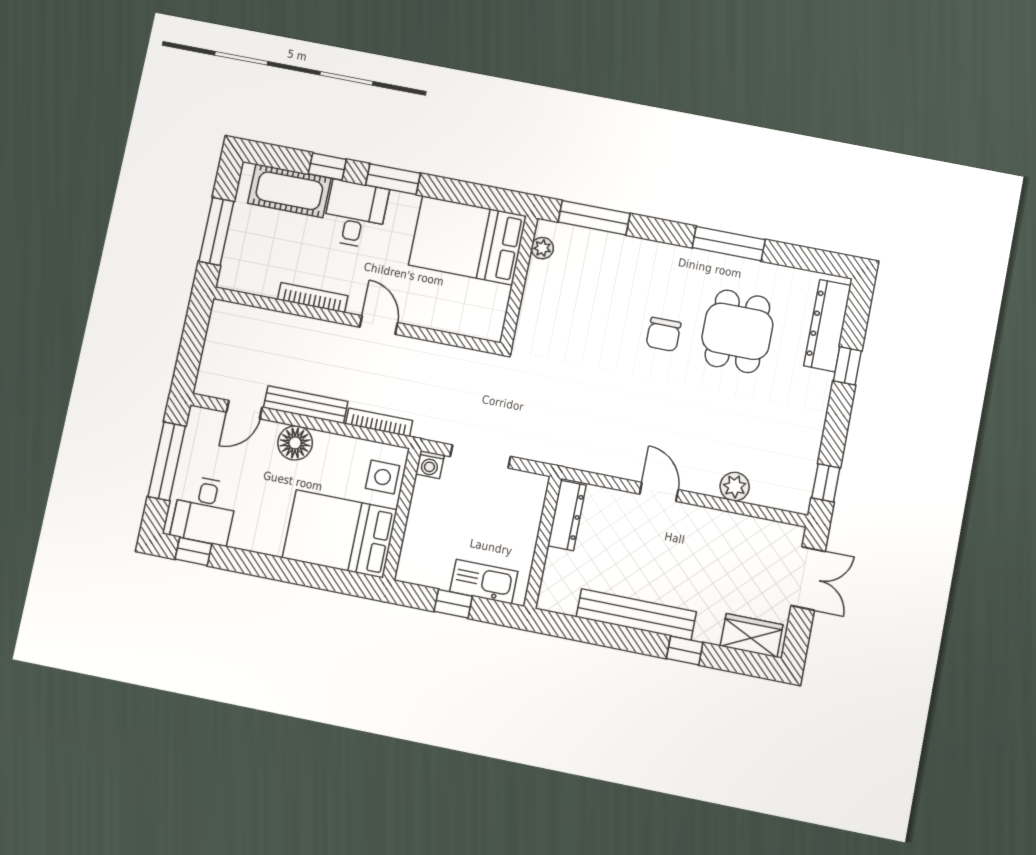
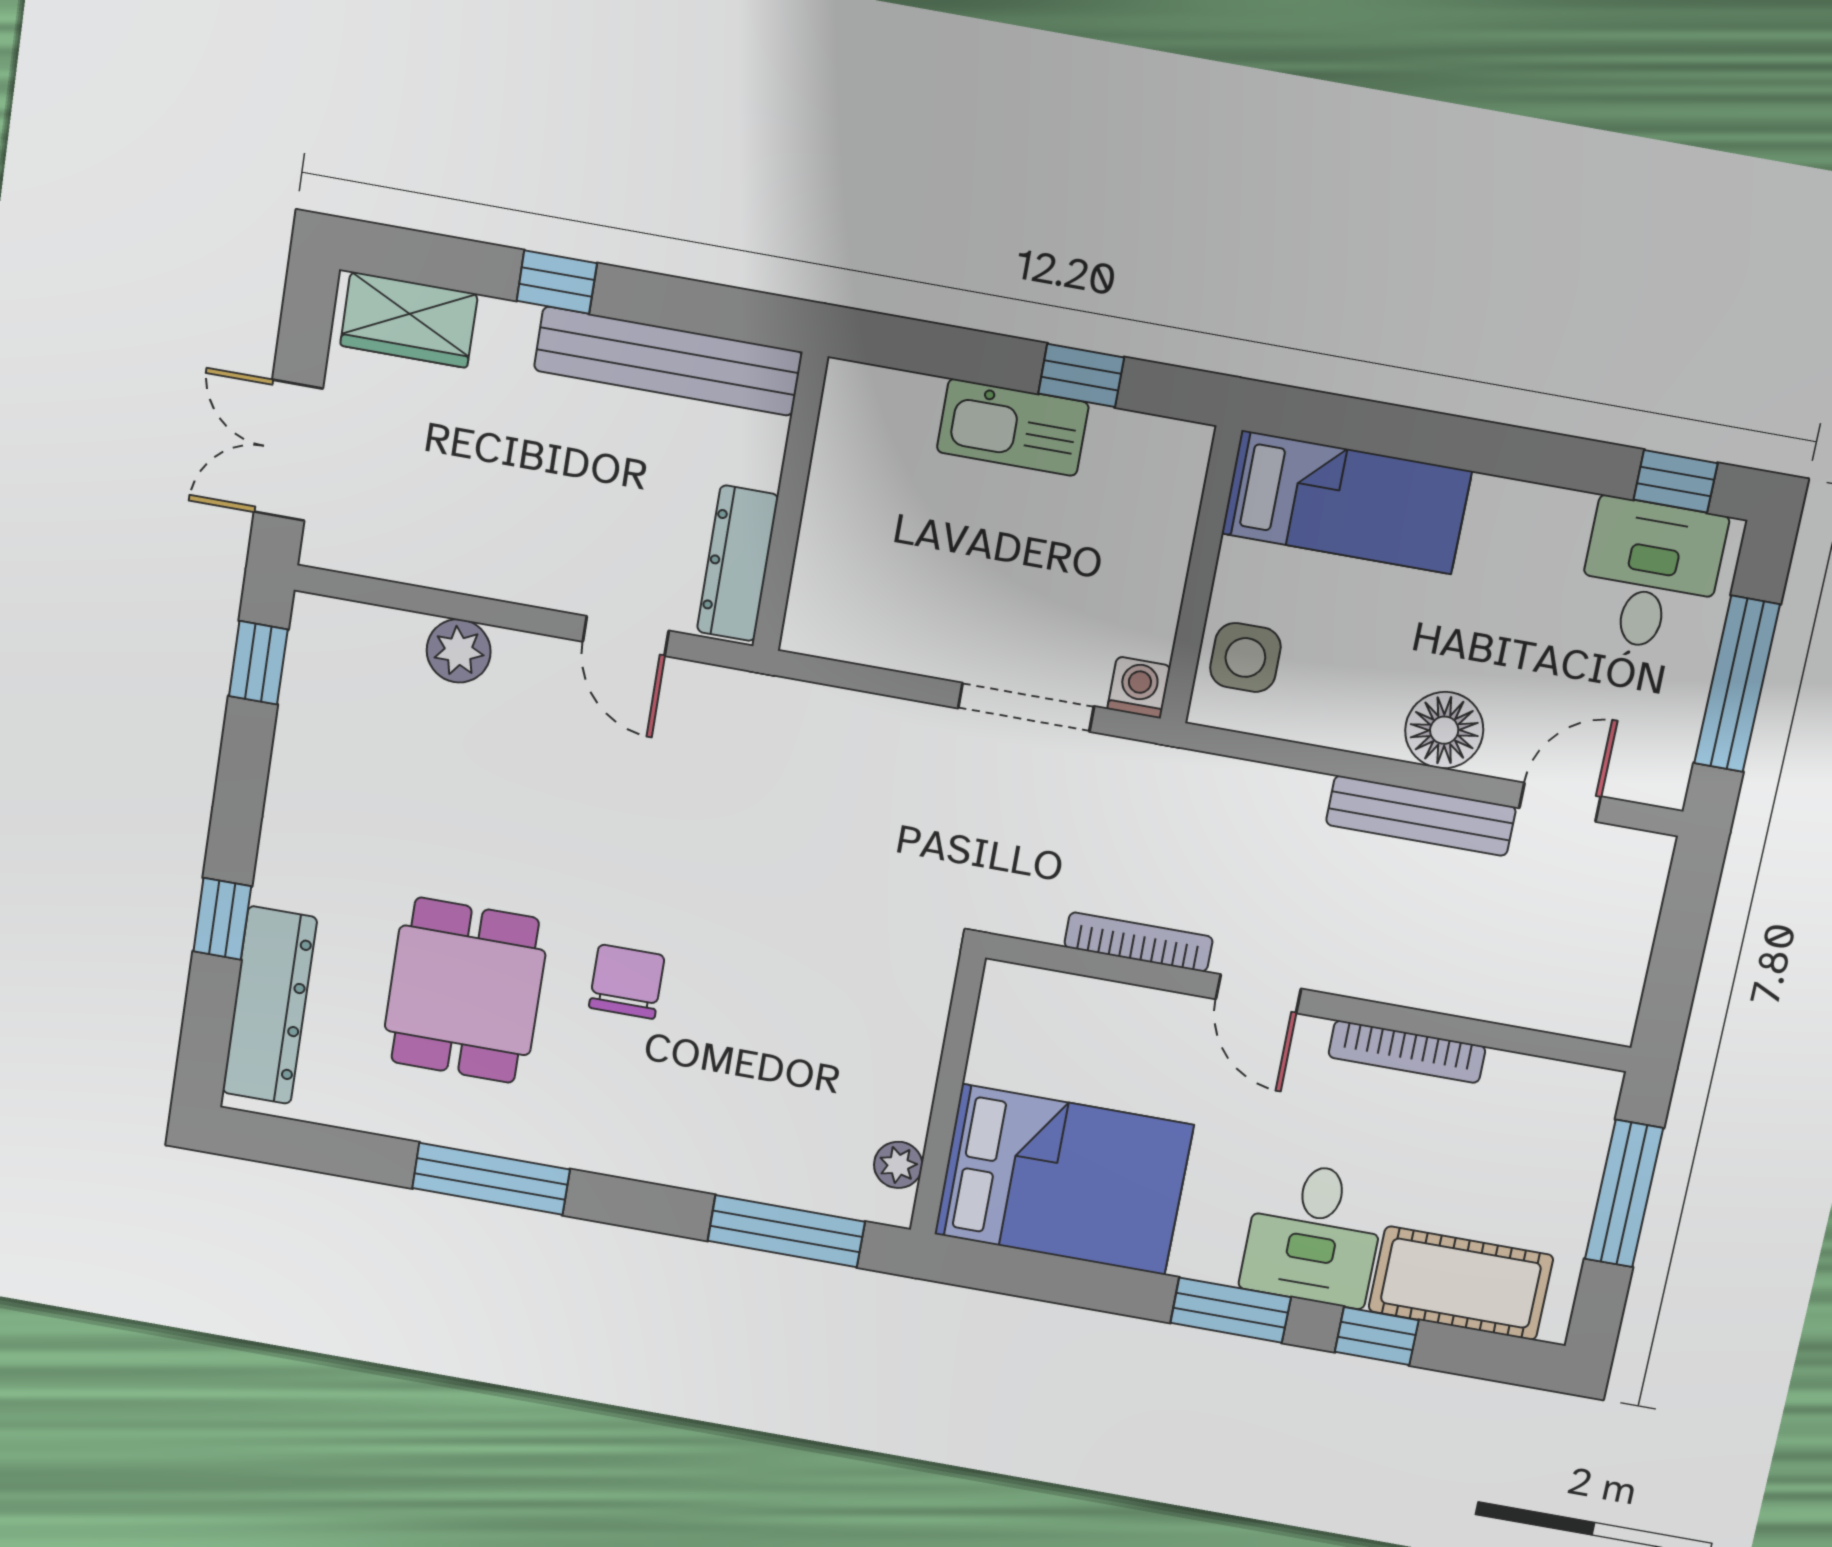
bookcase: (379, 422) -> (1138, 942), moved, turned 180
dresser: (567, 515) -> (738, 563), moved
bed: (340, 534) -> (1346, 502), width x0.67
wall: (543, 542) -> (790, 502), moved

